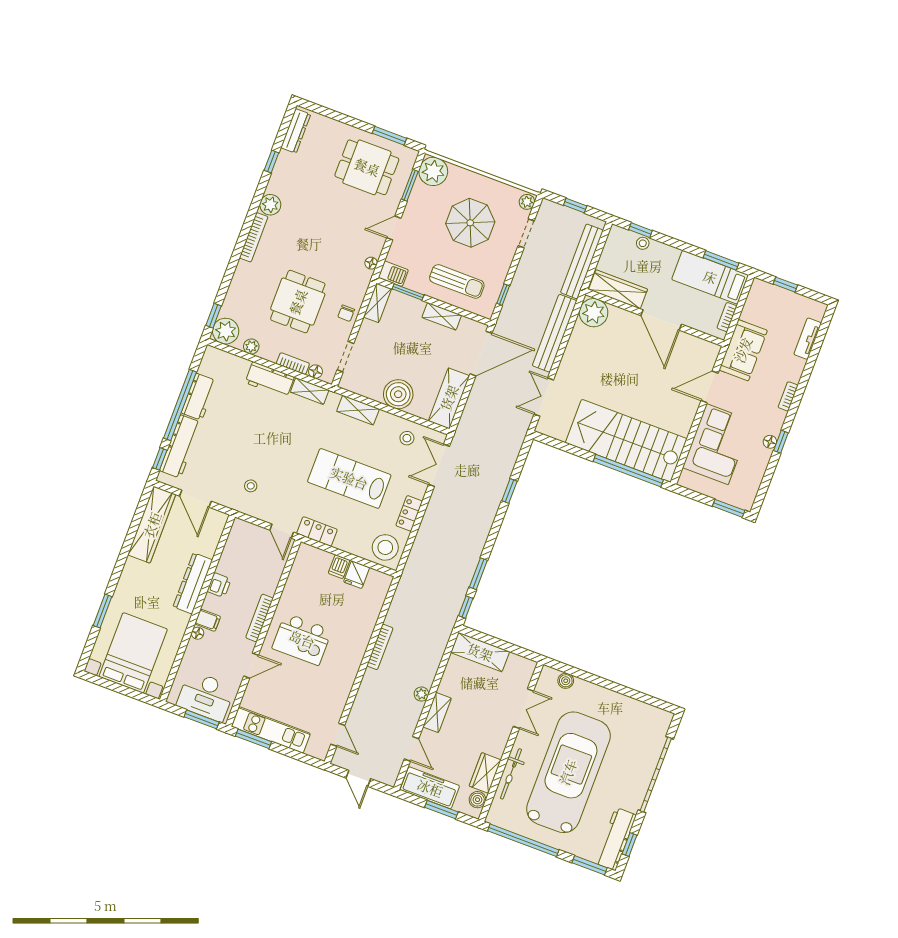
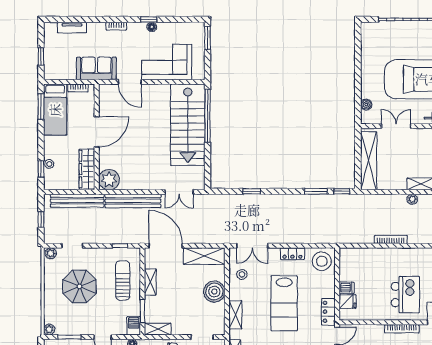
plant: (433, 171) -> (49, 330), width x0.53, depth x0.53
fridge: (357, 575) -> (348, 302), moved
shelving: (480, 652) -> (369, 161), width x1.47

